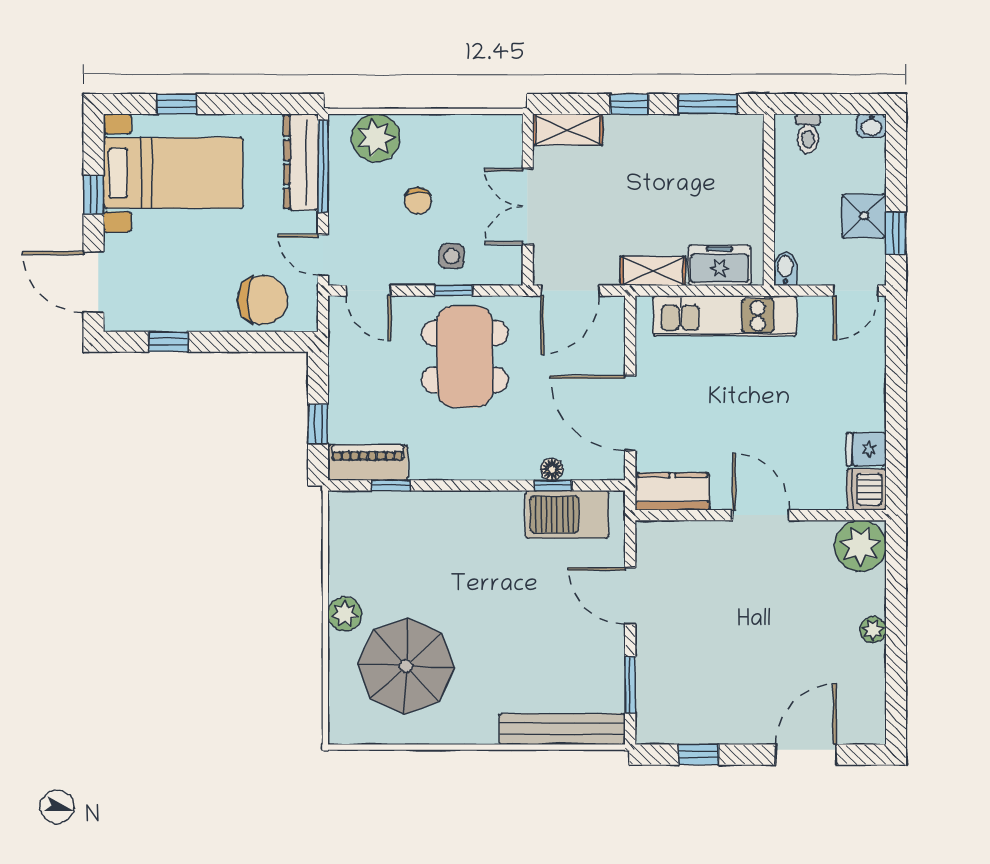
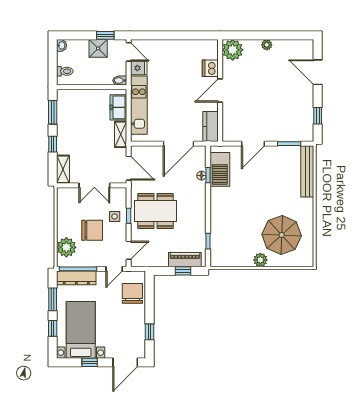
window: (248, 104) -> (53, 299), added
chair: (418, 201) -> (92, 230), width x1.87, depth x1.87
fridge: (866, 449) -> (139, 68), moved, turned -90
piano: (368, 463) -> (185, 260), moved, turned 90
dishwasher: (867, 489) -> (210, 68), moved, turned 90

